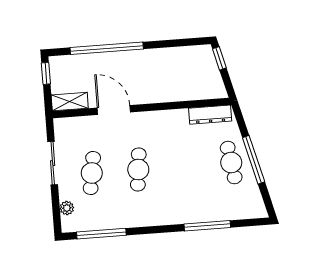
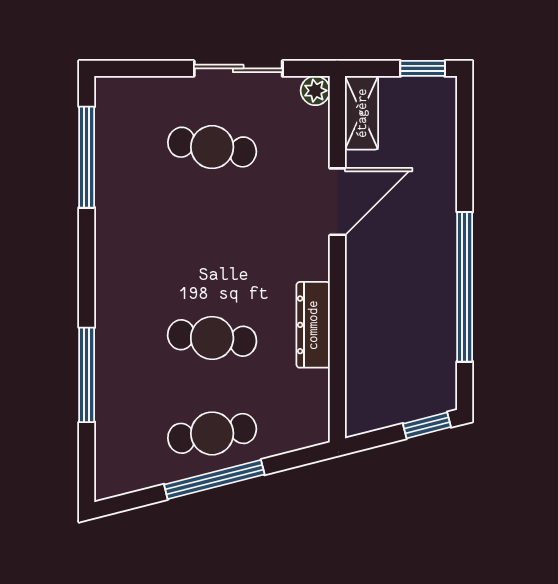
window: (107, 48) -> (465, 287), moved
dresser: (210, 115) -> (313, 325), moved
cafe table: (138, 170) -> (212, 338), moved
plant: (67, 208) -> (315, 91), moved

